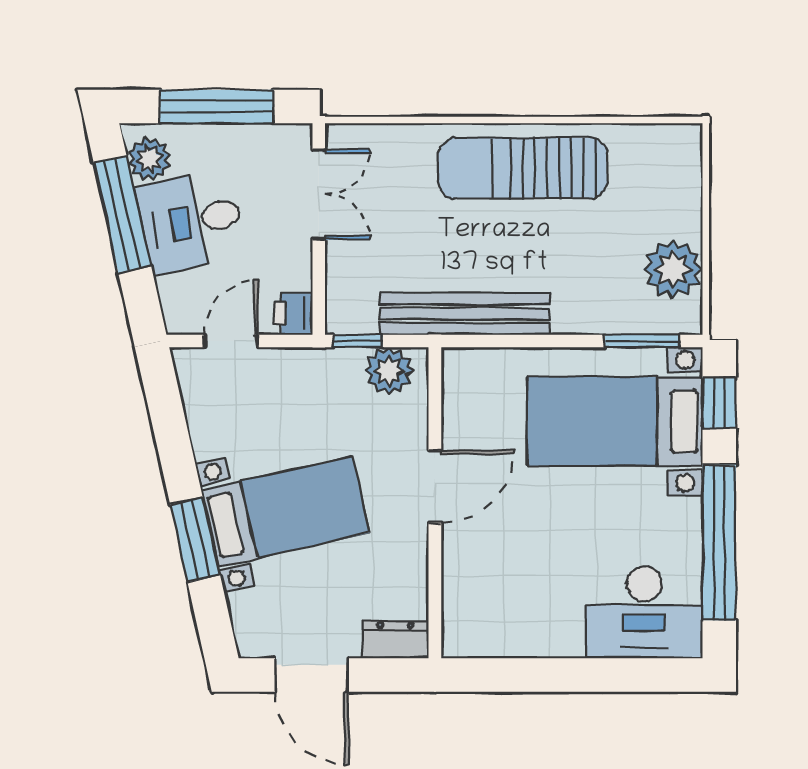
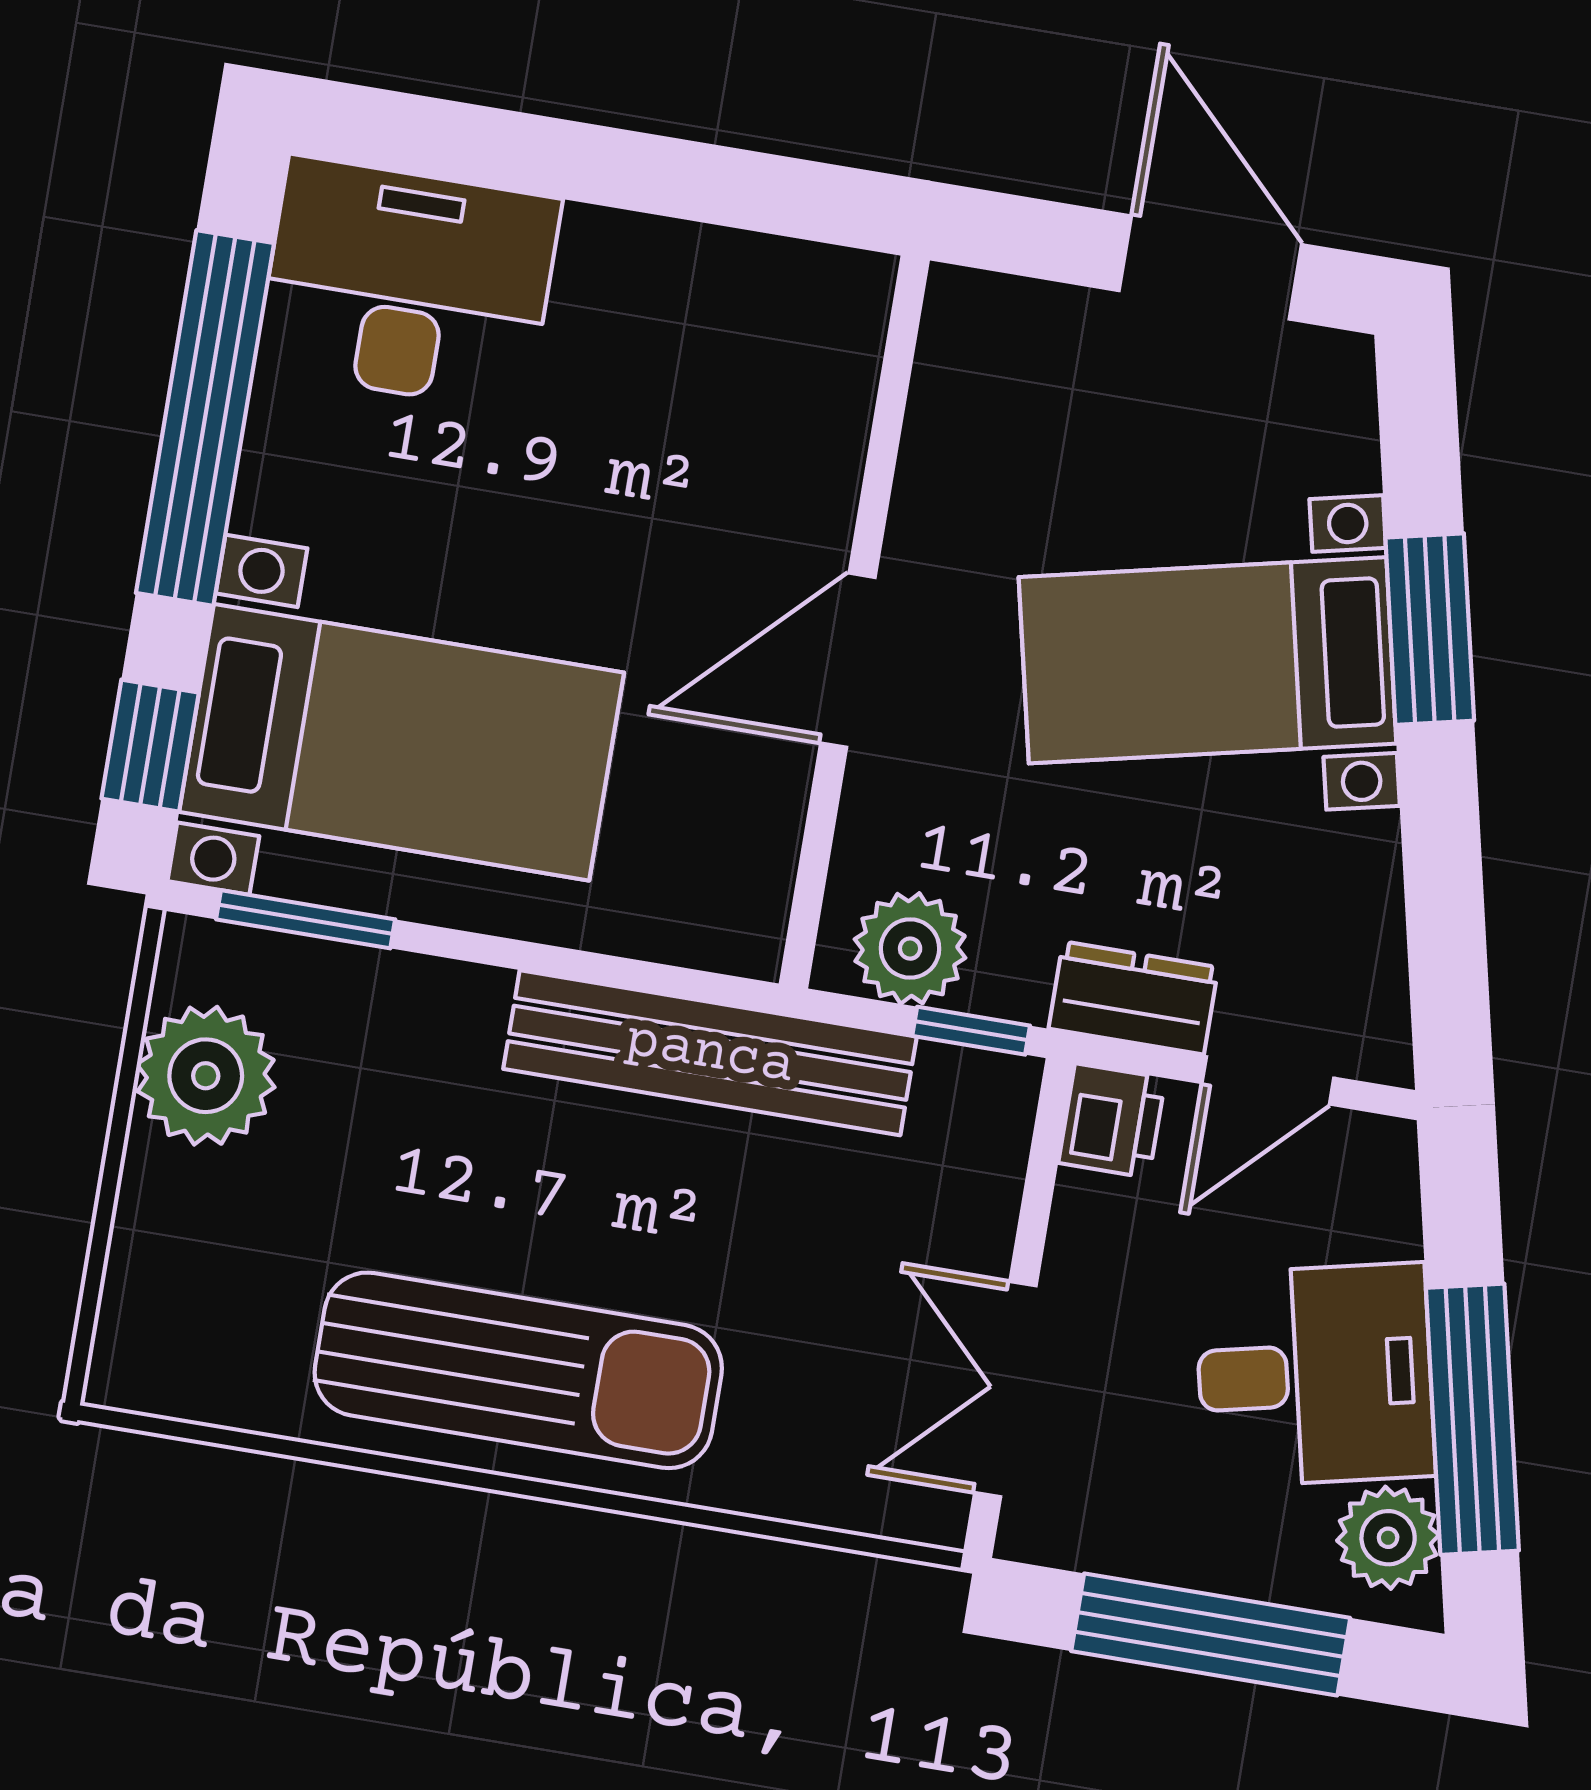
dresser: (395, 640) -> (1134, 998), moved, turned 180

